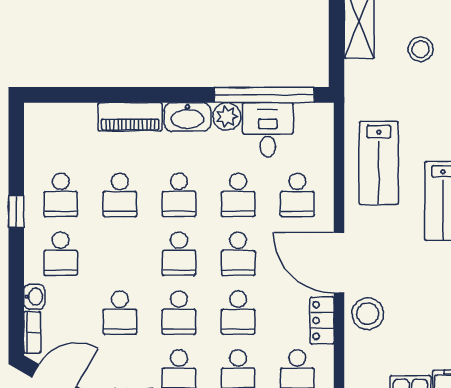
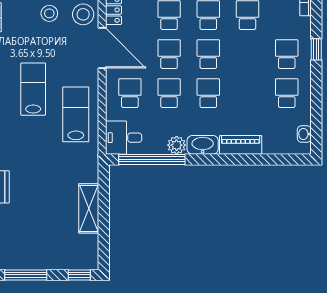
stool: (421, 49) -> (49, 13), moved
desk: (268, 130) -> (124, 138), moved, turned 90
school desk: (120, 195) -> (248, 93), removed
window: (16, 211) -> (316, 49), moved
washbasin: (34, 297) -> (304, 134), moved

